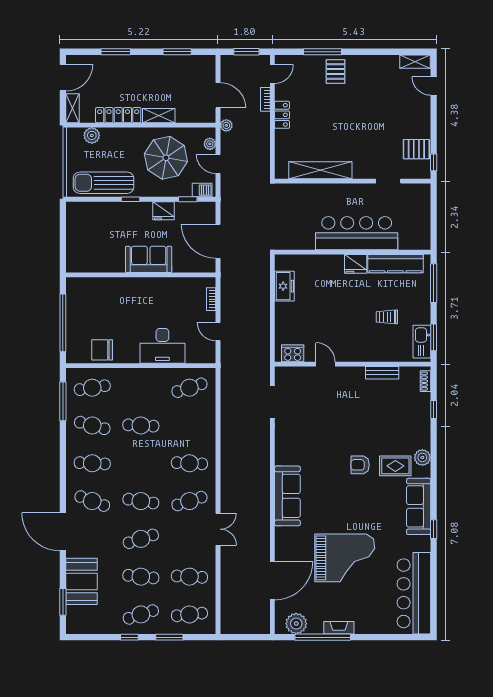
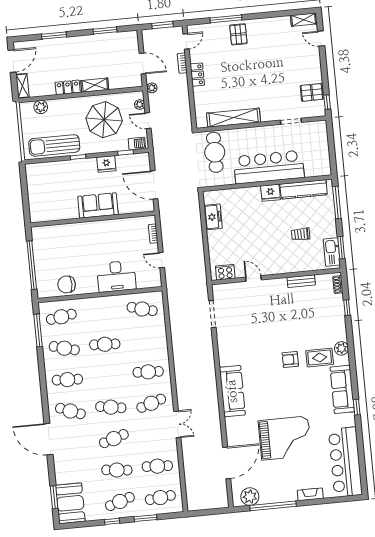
locker: (118, 115) -> (68, 87), width x0.66
cafe table: (294, 209) -> (215, 152), added
cafe table: (189, 388) -> (142, 309), turned 33
booth: (82, 581) -> (70, 503), moved
fireplace: (339, 628) -> (310, 494), moved

